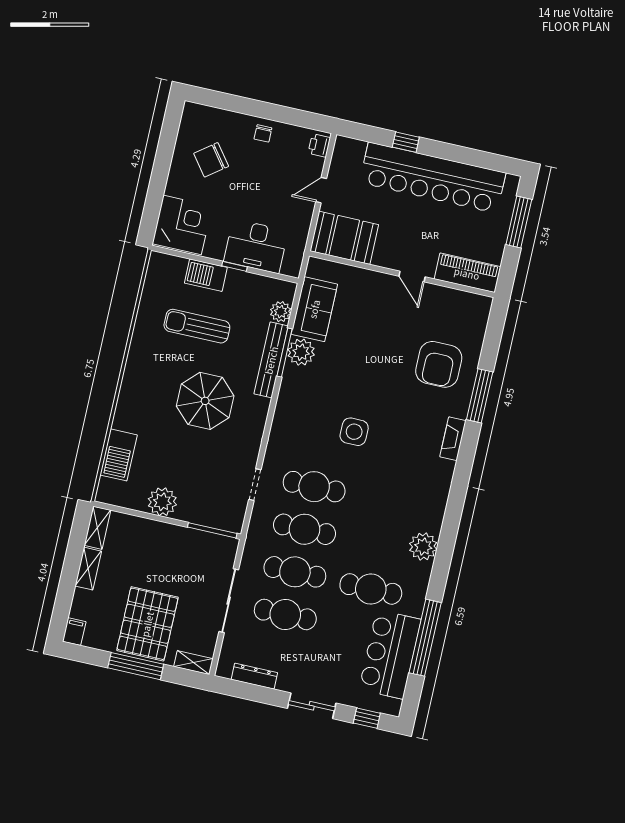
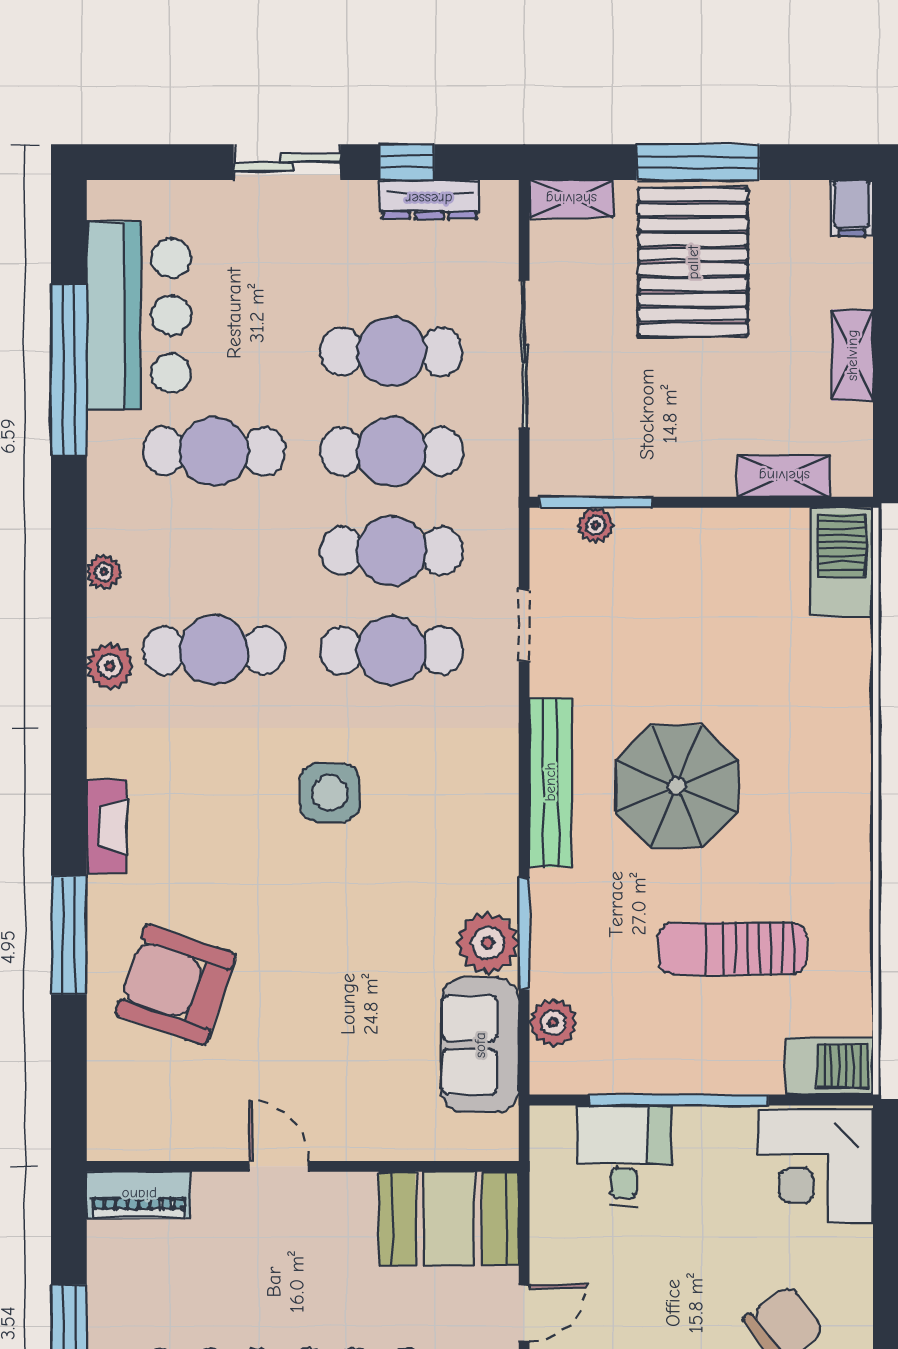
desk: (256, 246) -> (624, 1156), width x0.73
window: (234, 266) -> (679, 1100), width x3.17
piano: (467, 273) -> (139, 1195), width x0.73, depth x0.75
barbecue: (206, 275) -> (829, 1066), moved
sun lounger: (197, 326) -> (732, 949), turned 180
bench: (271, 360) -> (550, 782), moved
armchair: (439, 364) -> (176, 984), turned -71
barbecue: (119, 455) -> (842, 562), moved
plant: (162, 502) -> (596, 525), moved, width x0.53, depth x0.53
cafe table: (390, 504) -> (214, 650), added
plant: (436, 507) -> (110, 666), added
shelving: (98, 528) -> (784, 476), moved, turned 90
plant: (423, 546) -> (104, 572), width x0.53, depth x0.53
window: (367, 718) -> (407, 162), moved

